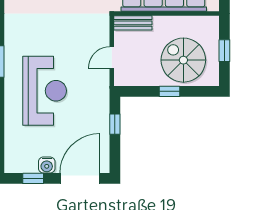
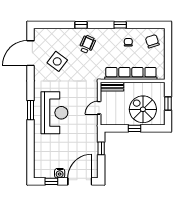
reception desk: (45, 91) -> (54, 113), moved

